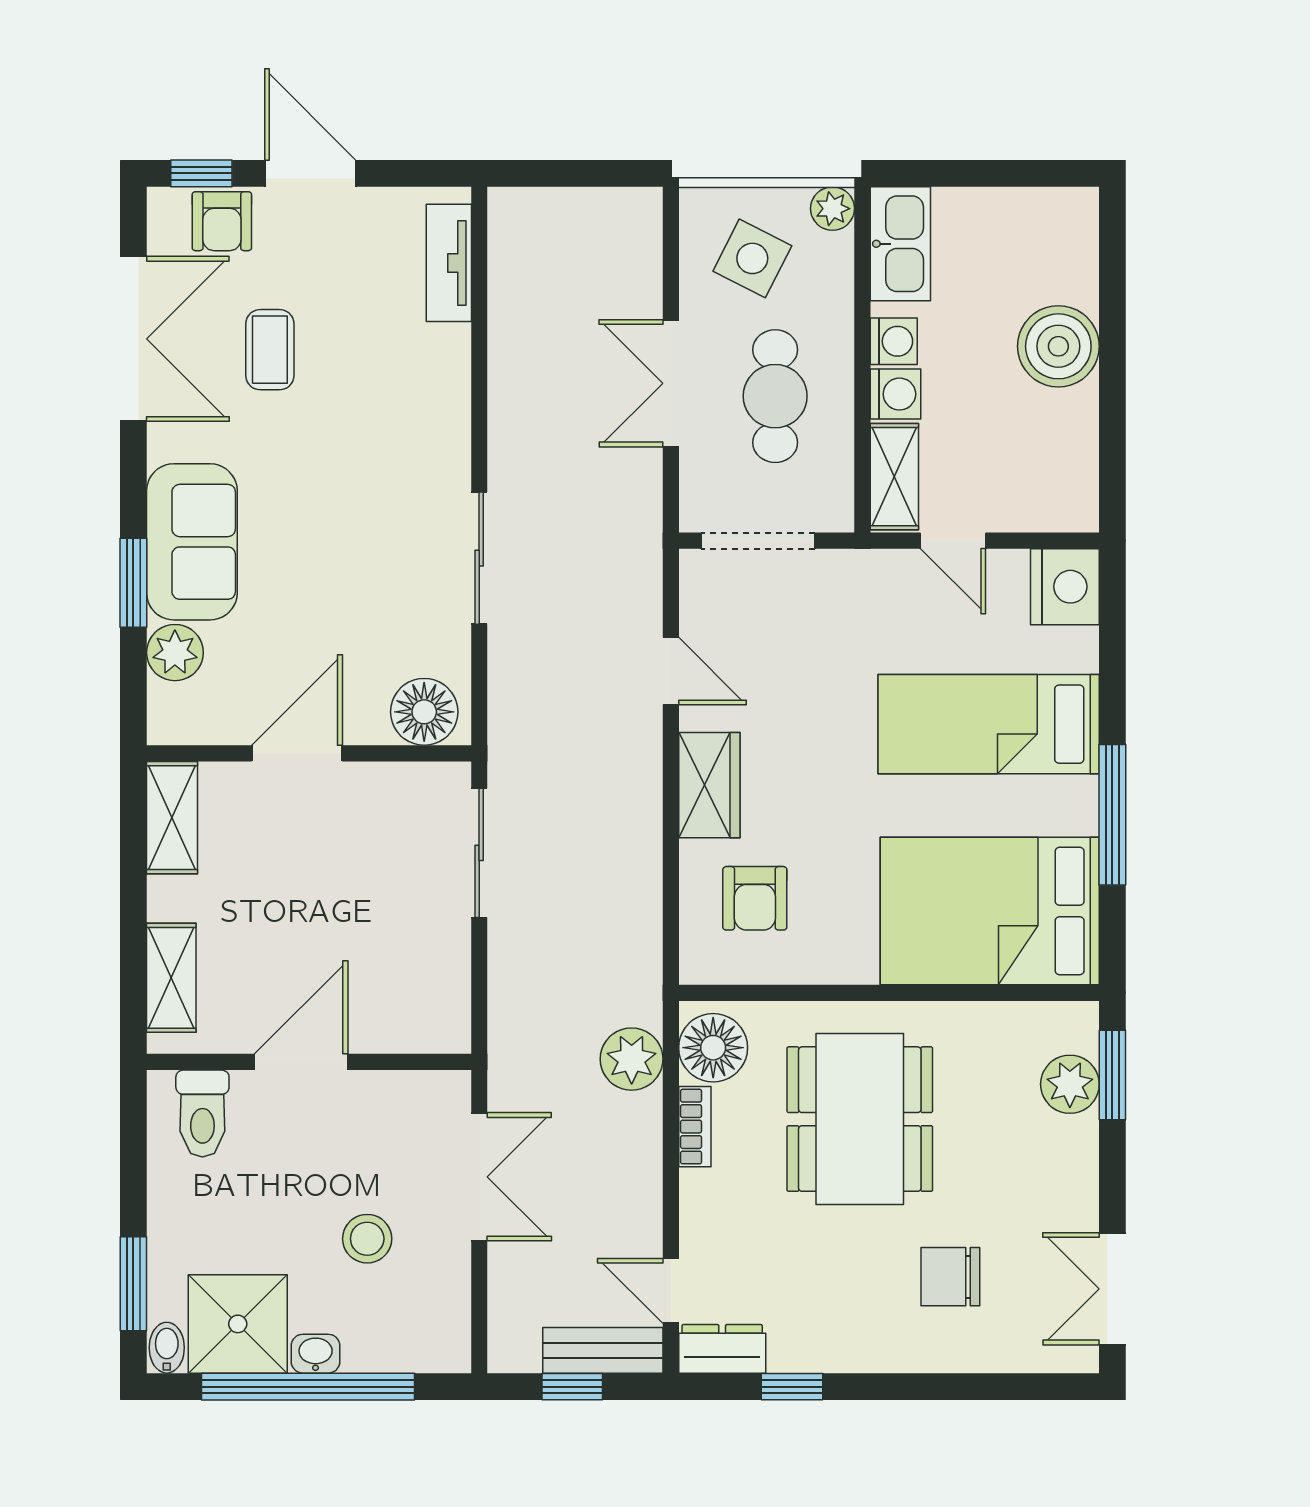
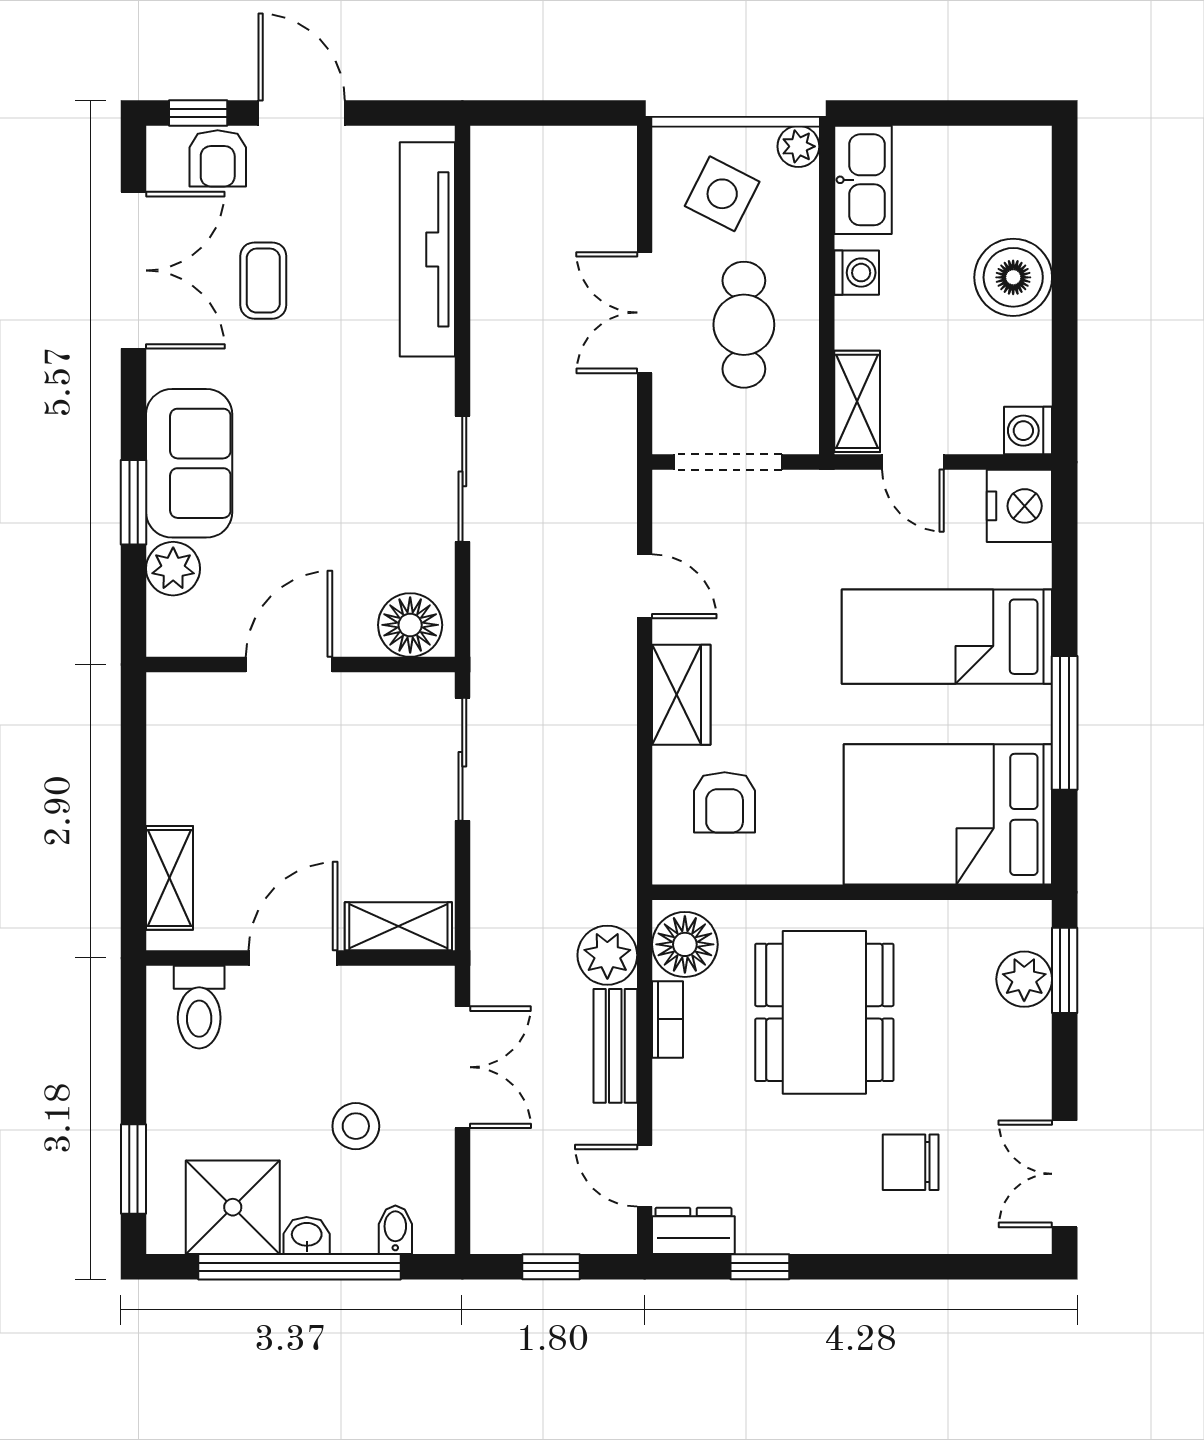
tv unit: (449, 263) -> (427, 249), width x1.92, depth x1.29
washing machine: (895, 394) -> (1028, 431), moved, turned 180
shelving: (172, 818) -> (398, 926), moved, turned 90
bidet: (167, 1348) -> (395, 1230), moved
bench: (603, 1350) -> (615, 1046), moved, turned 90

